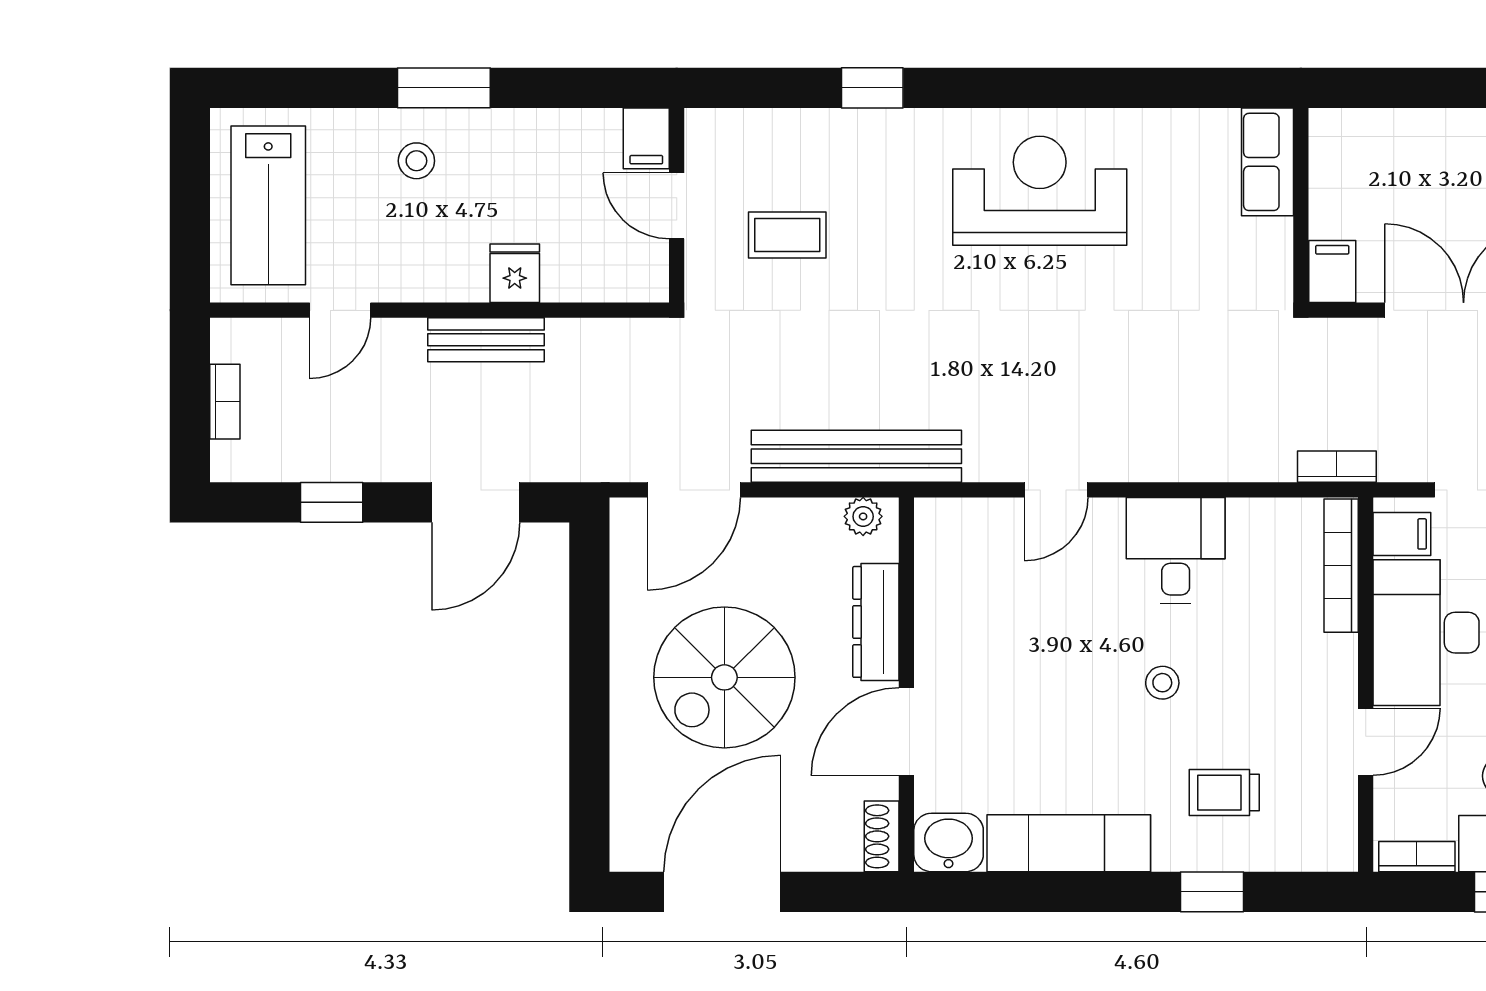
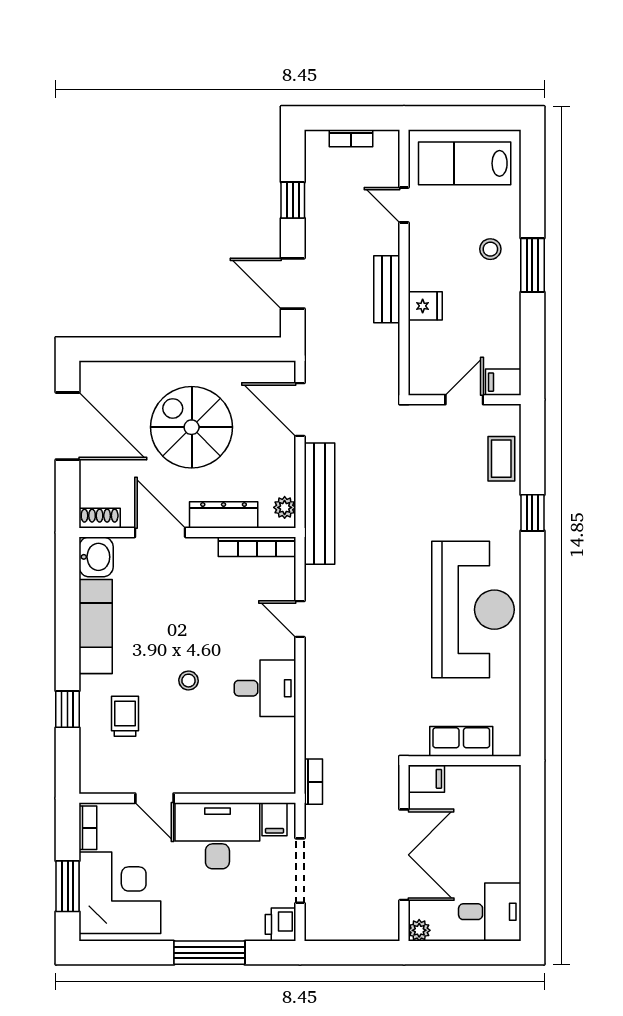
row of seats: (1267, 162) -> (461, 741), moved
reception desk: (1040, 191) -> (473, 610), width x1.36, depth x1.30
coffee table: (787, 235) -> (501, 459), moved
bookcase: (1341, 566) -> (257, 547), moved, turned 180

